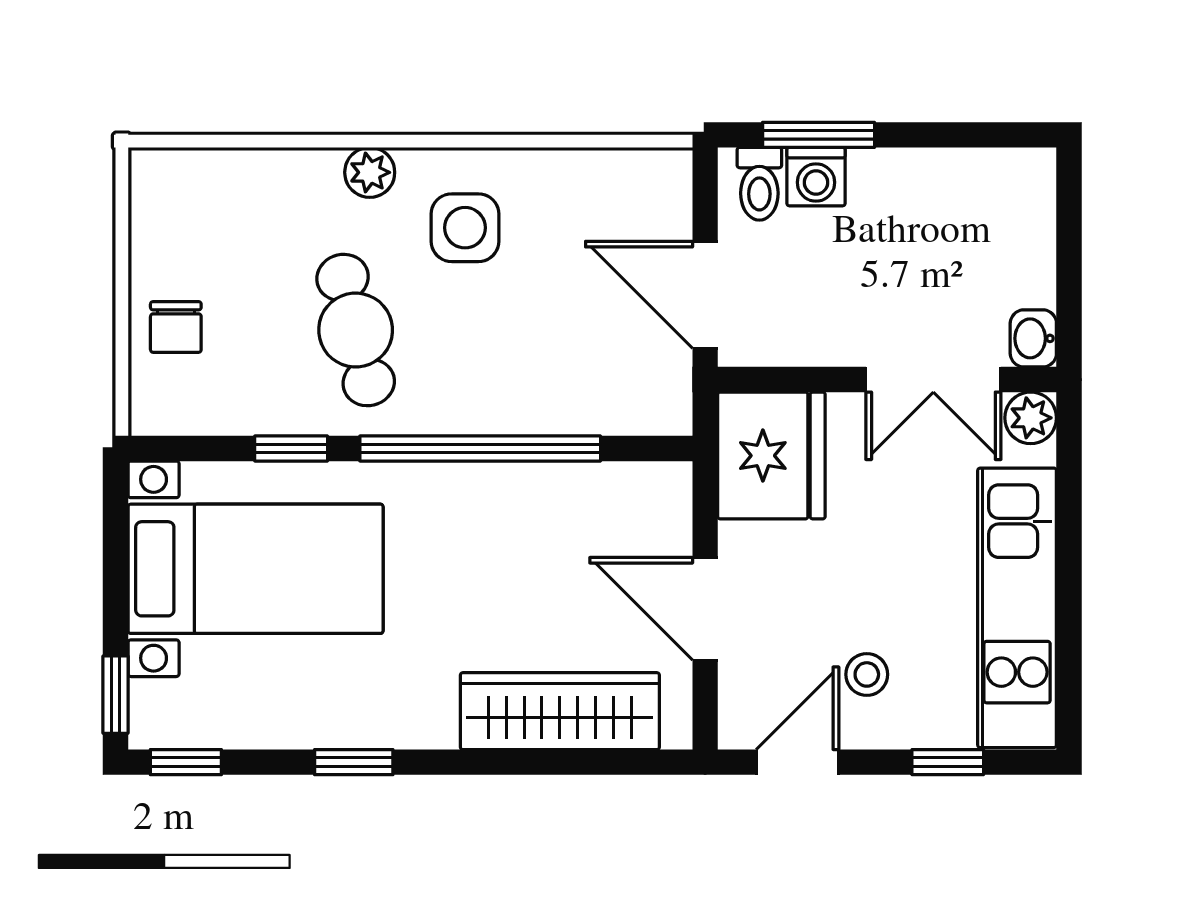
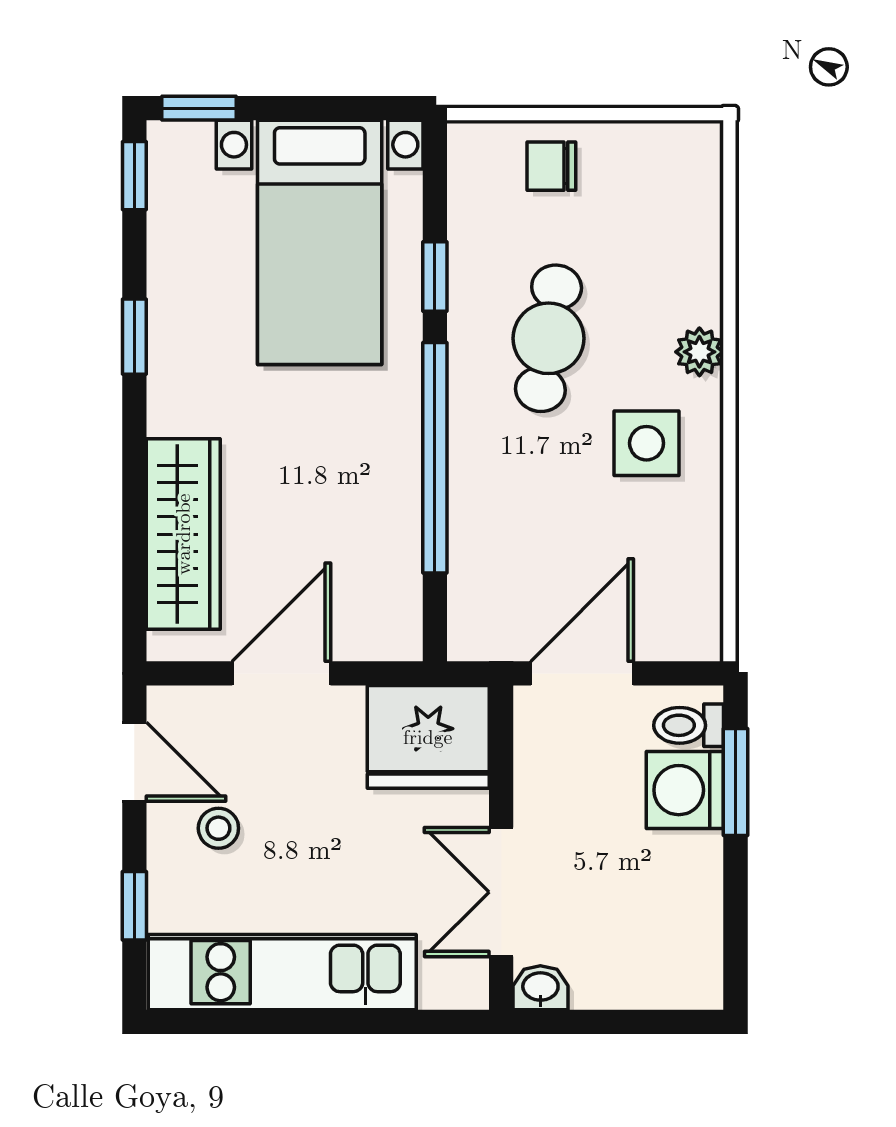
washing machine: (816, 177) -> (685, 790), width x1.38, depth x1.38
cafe table: (356, 330) -> (548, 338), turned -67
plant: (1031, 418) -> (464, 985), removed

